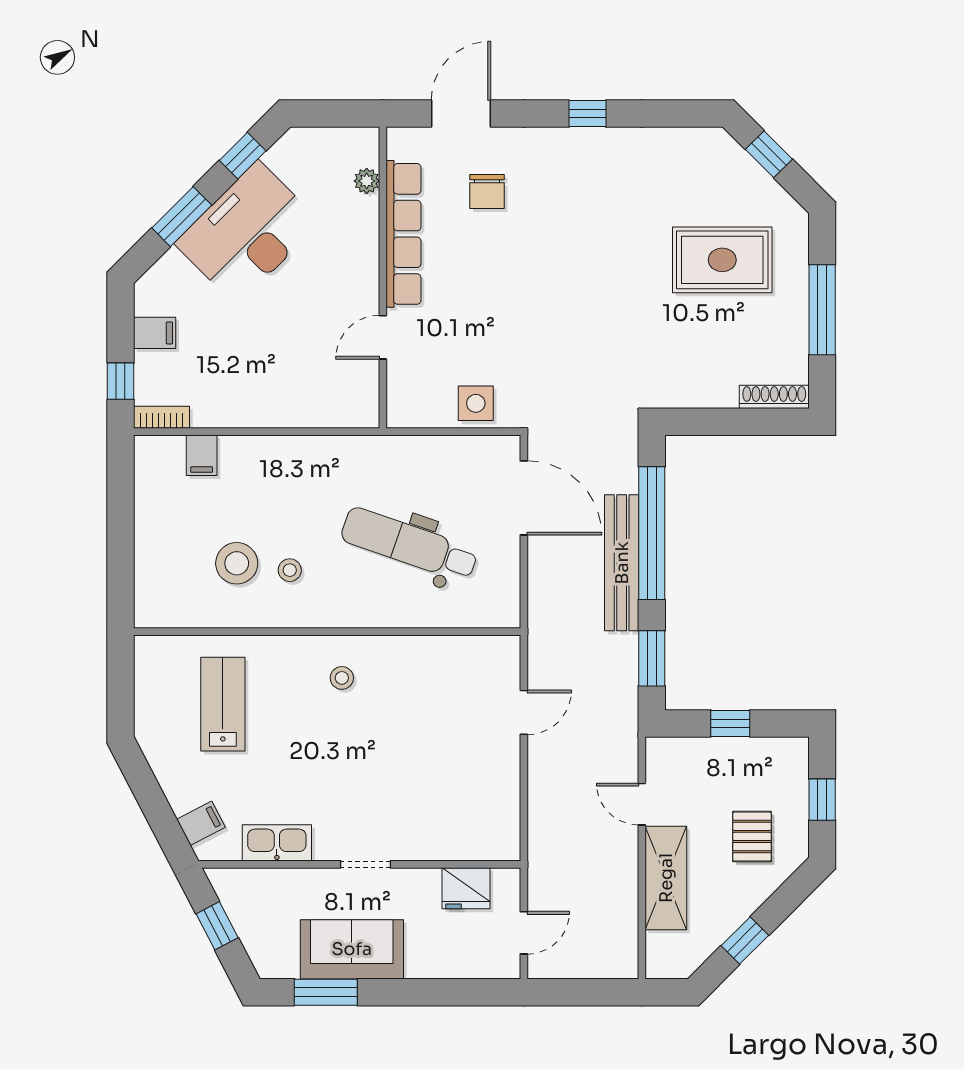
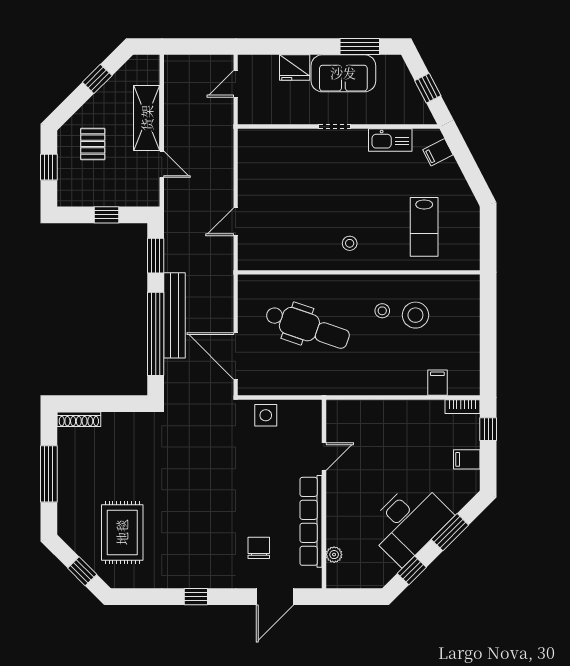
rug: (722, 260) -> (122, 532), moved, turned 90
fridge: (466, 888) -> (295, 68), moved, turned 180

